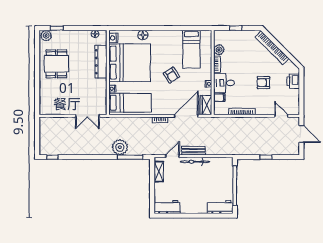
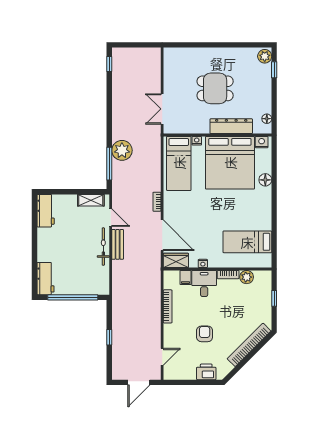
dining table: (56, 64) -> (215, 88), moved
armchair: (171, 75) -> (214, 216), removed

